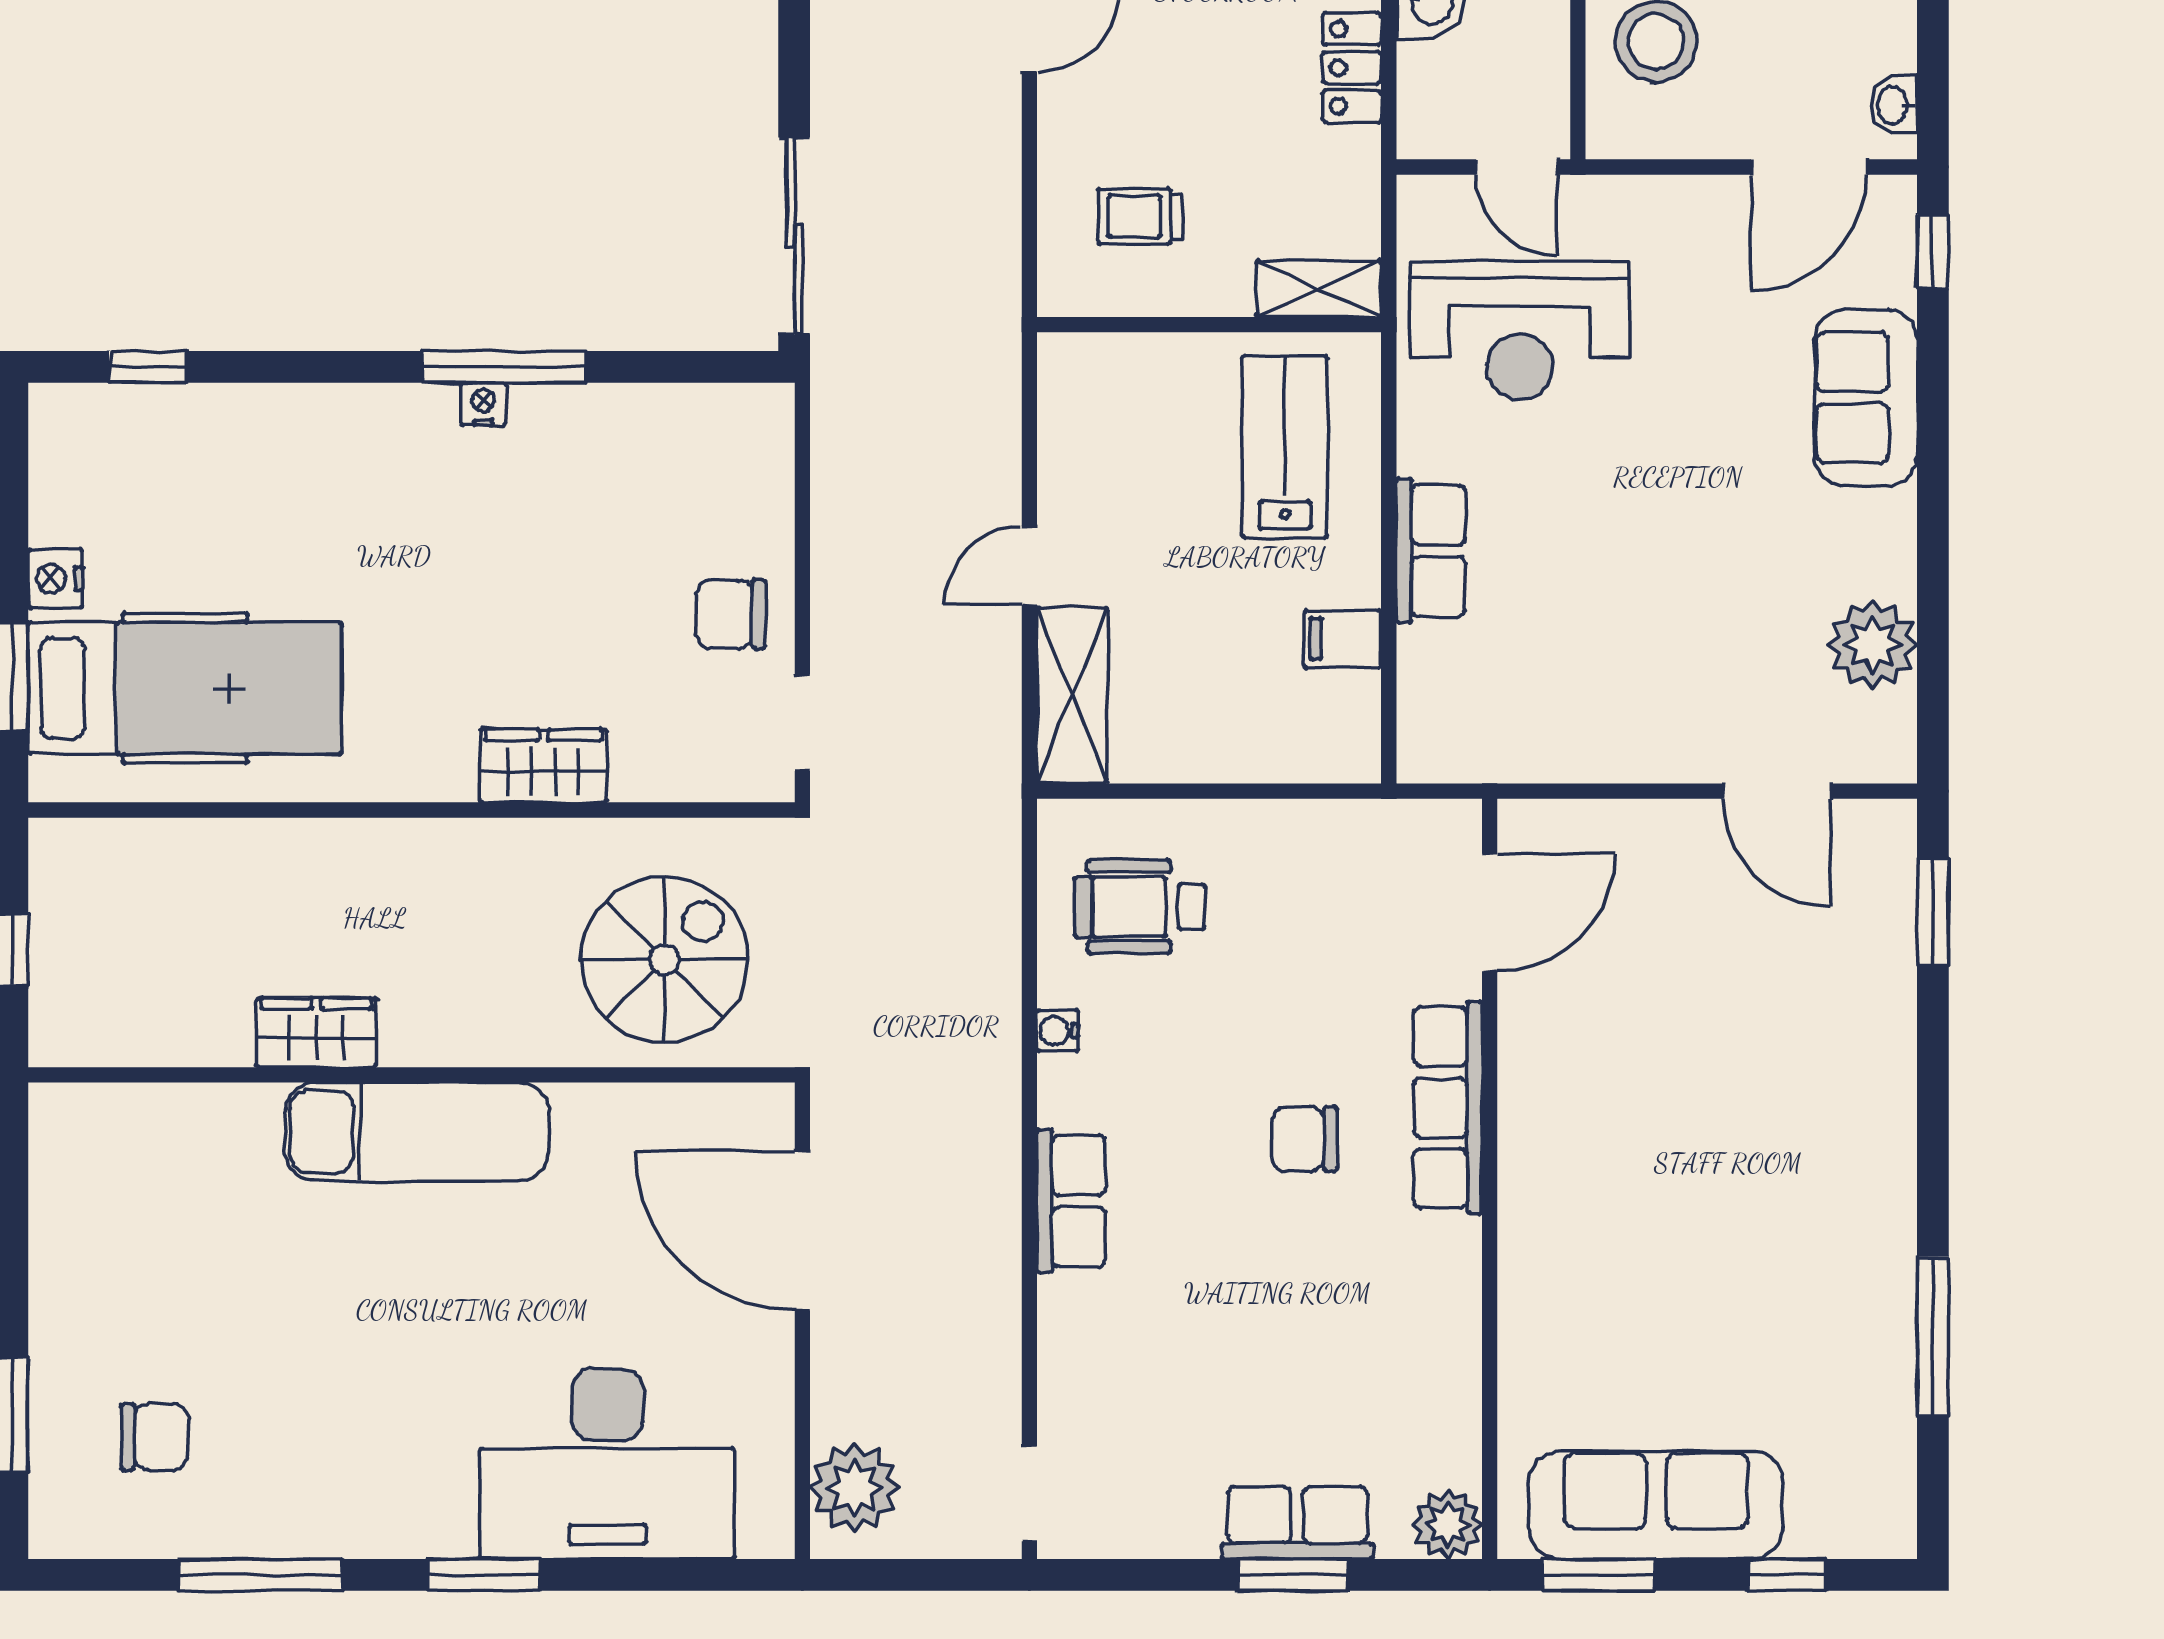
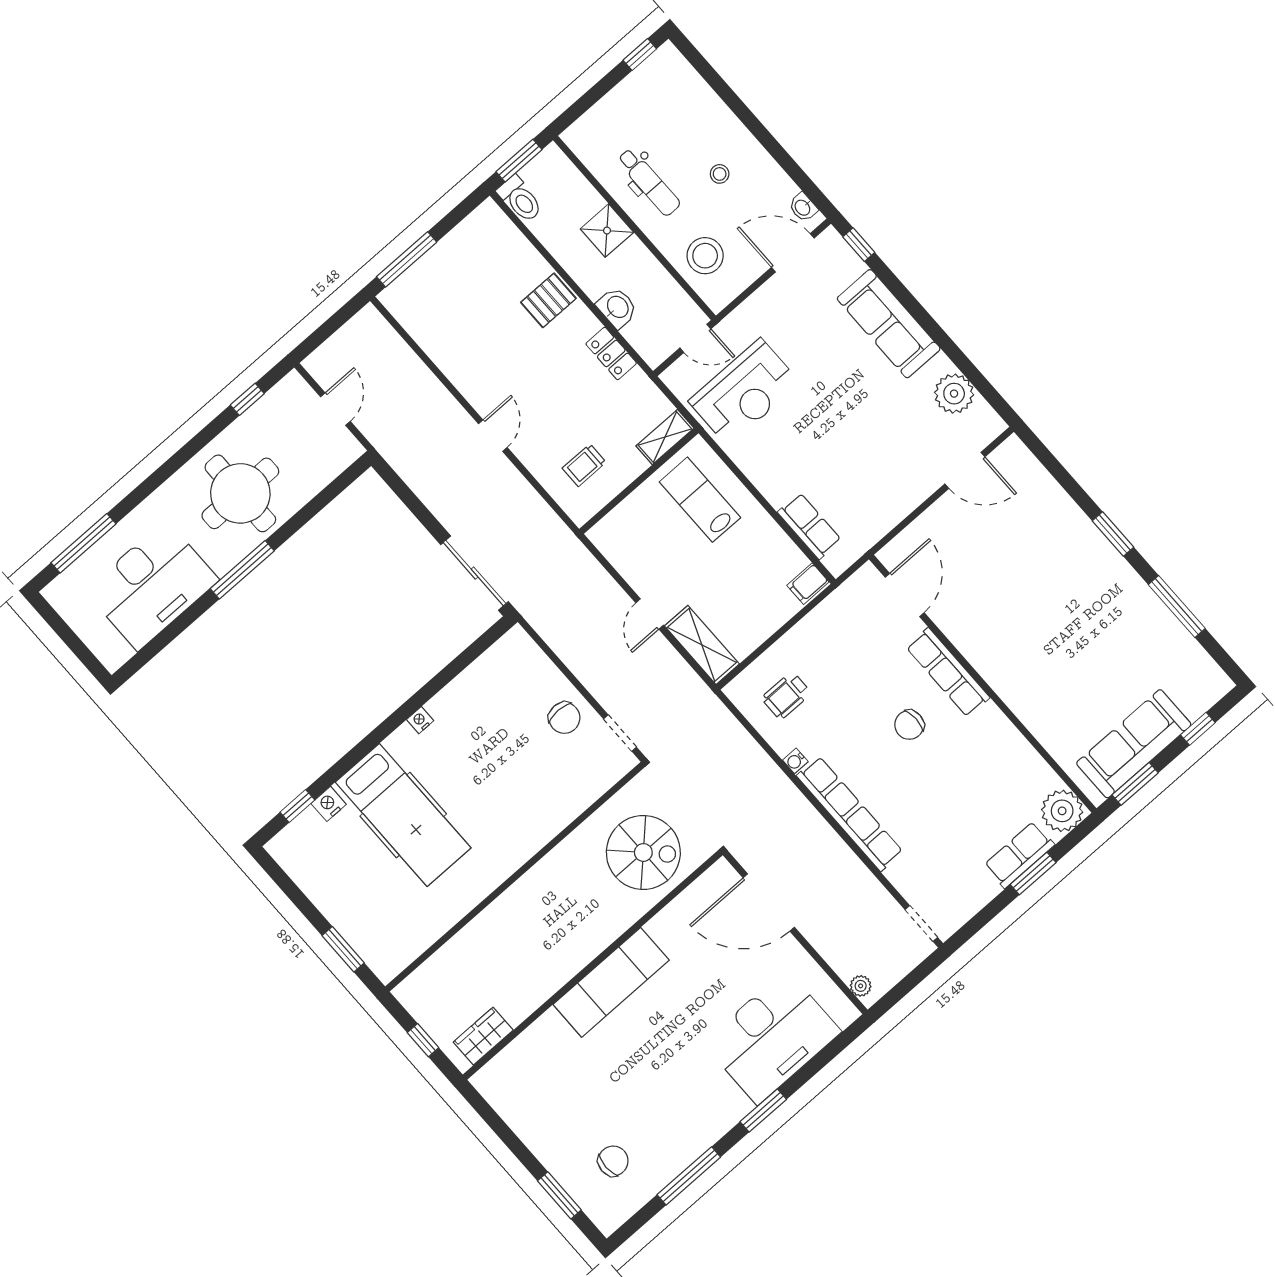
door: (1809, 167) -> (793, 253), swing flipped
window: (504, 367) -> (416, 702), removed
sofa: (1866, 398) -> (889, 324), width x1.36
row of seats: (1431, 551) -> (809, 526), moved
nightstand: (55, 579) -> (329, 804), moved, turned 90
chair: (731, 614) -> (564, 718), turned -90
filing cabinet: (1343, 639) -> (808, 584), moved
hospital bed: (185, 688) -> (403, 815), moved, turned 90
wardrobe: (543, 766) -> (546, 823), removed
wheelchair: (1139, 907) -> (786, 696), width x0.73, depth x0.73
window: (1933, 912) -> (1113, 534), moved
spiral stairs: (664, 960) -> (643, 852), turned 90
wardrobe: (316, 1033) -> (483, 1036), moved
row of seats: (1071, 1201) -> (850, 814), width x2.02
plant: (855, 1488) -> (861, 986), width x0.53, depth x0.53
plant: (1448, 1525) -> (1062, 811), width x1.36, depth x1.36

